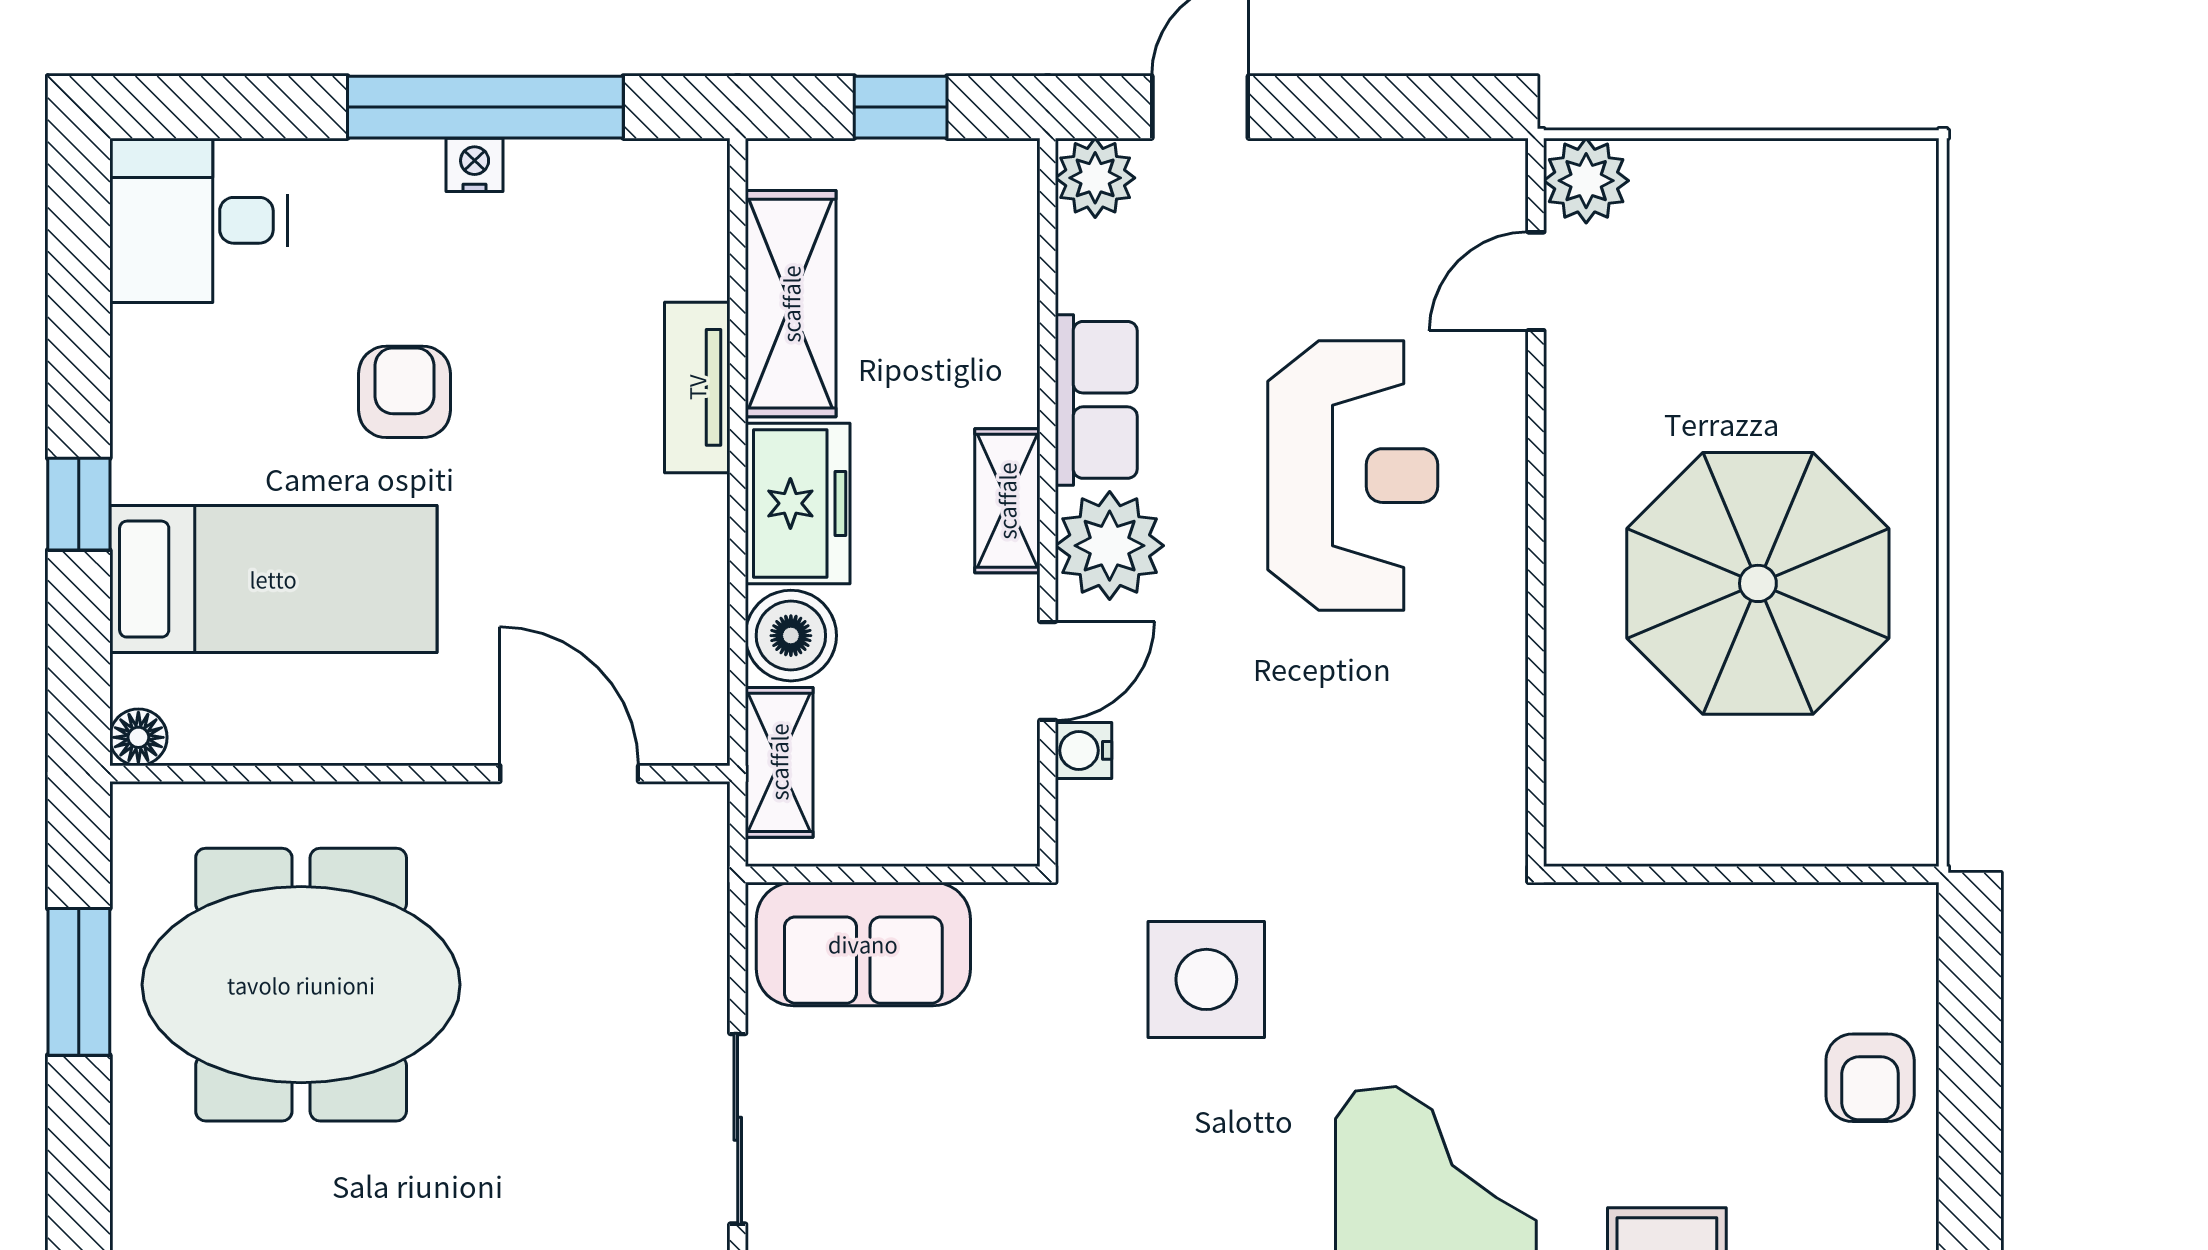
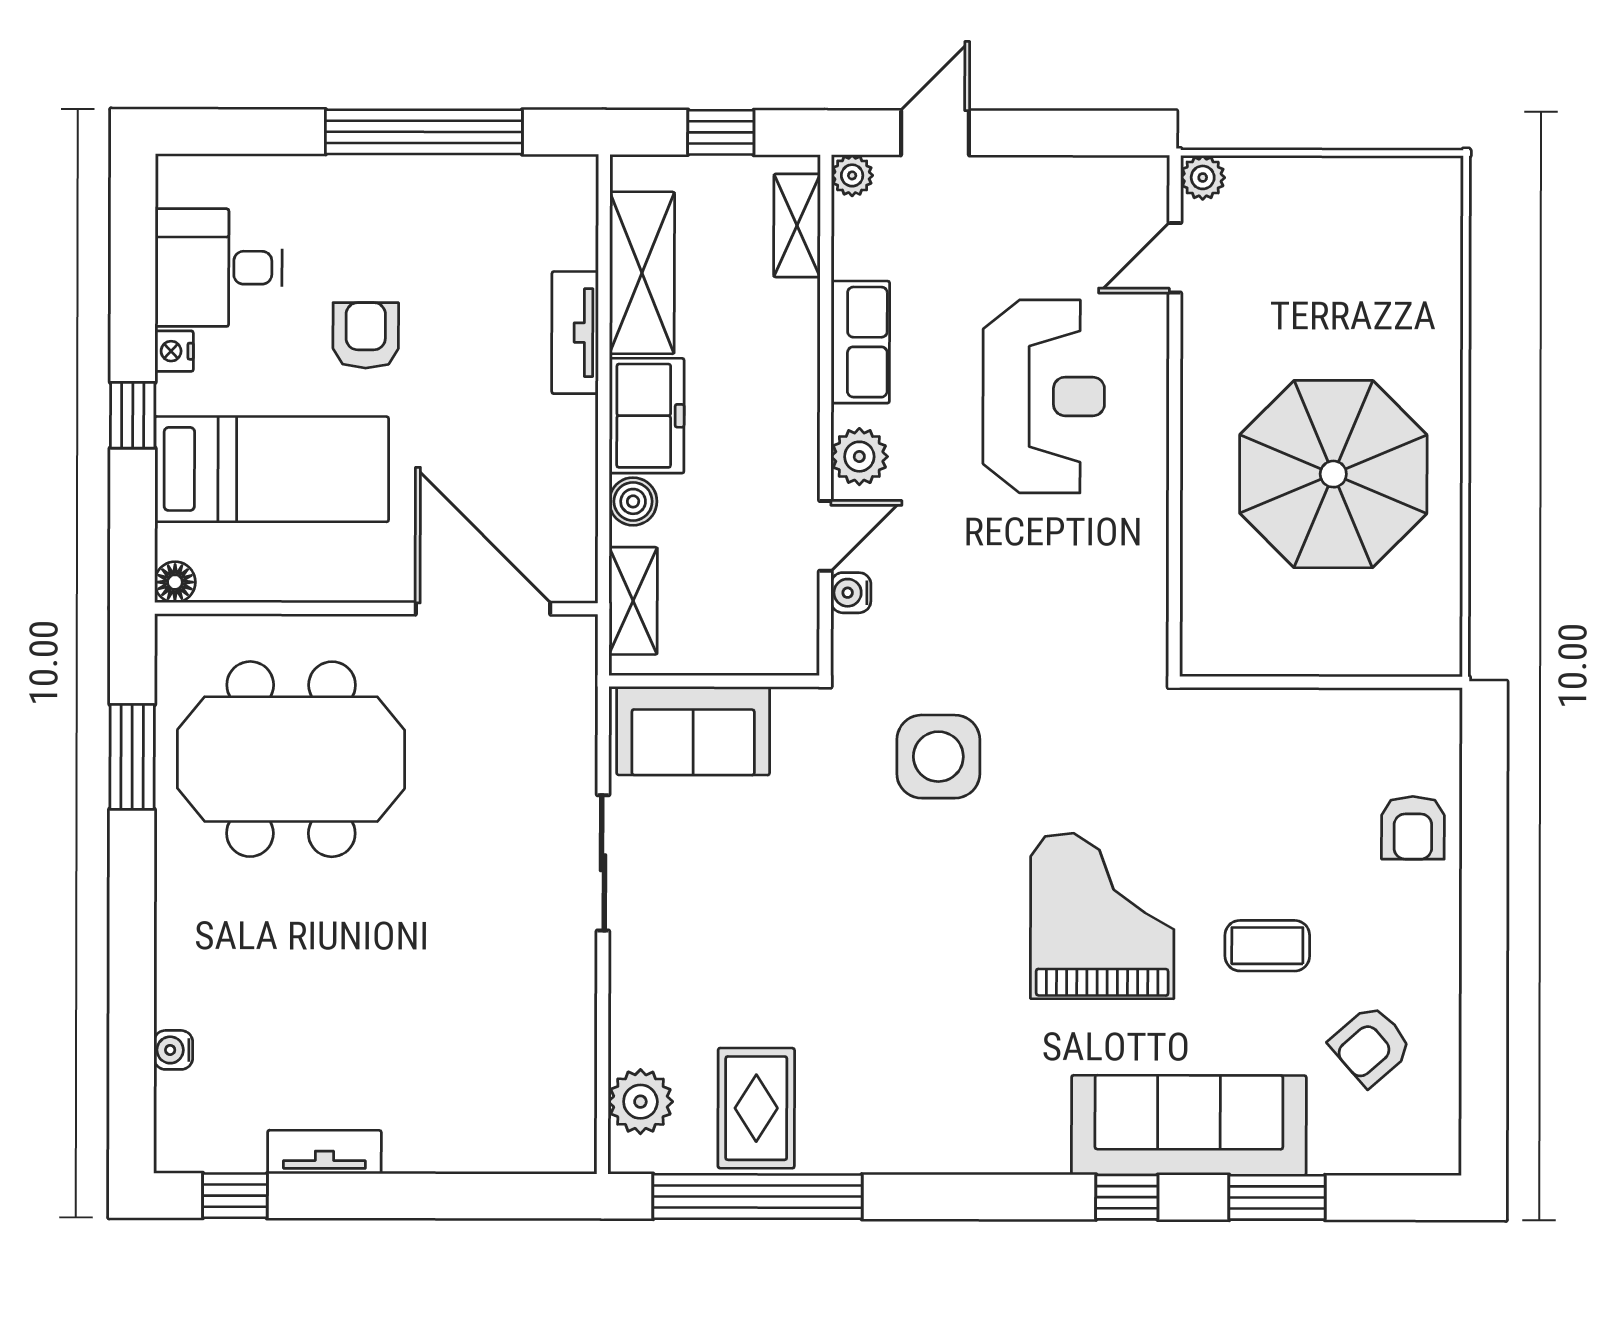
nightstand: (475, 165) -> (174, 351), moved, turned -90
plant: (1095, 178) -> (852, 175), width x0.73, depth x0.73
plant: (1586, 181) -> (1203, 177), width x0.73, depth x0.73
desk: (199, 220) -> (219, 268), moved
shelving: (1007, 501) -> (797, 225), moved
plant: (1110, 546) -> (859, 457), width x0.73, depth x0.73
boiler: (791, 636) -> (633, 501), width x0.73, depth x0.73
door: (569, 774) -> (483, 609), width x1.36

